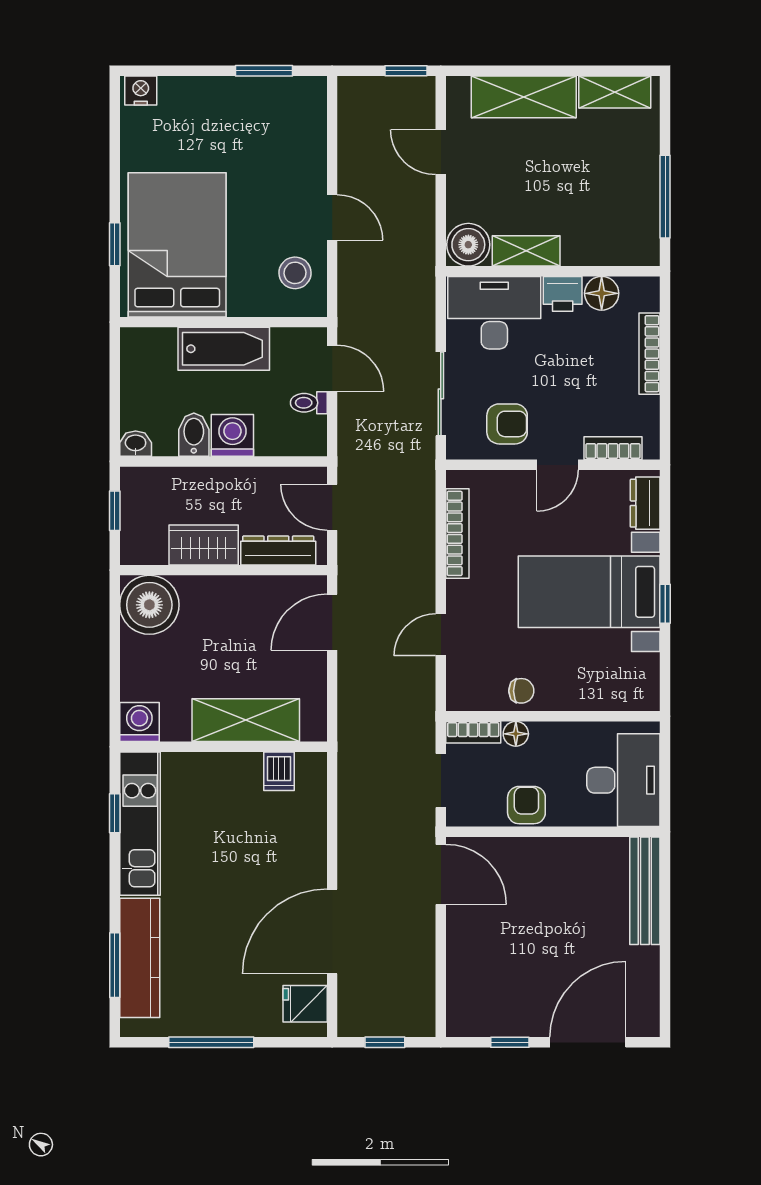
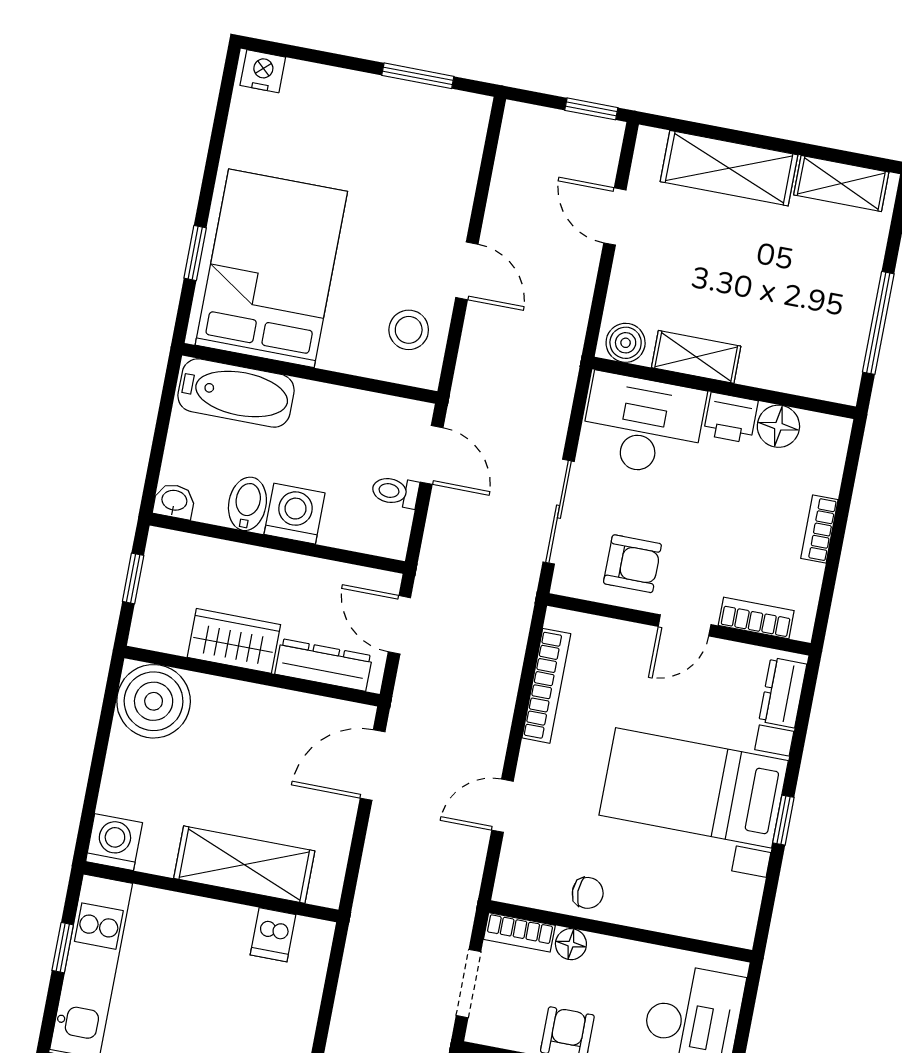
boiler: (468, 245) -> (626, 343), width x0.73, depth x0.73
bathtub: (224, 349) -> (236, 393), moved
bookcase: (650, 354) -> (819, 529), width x0.64

